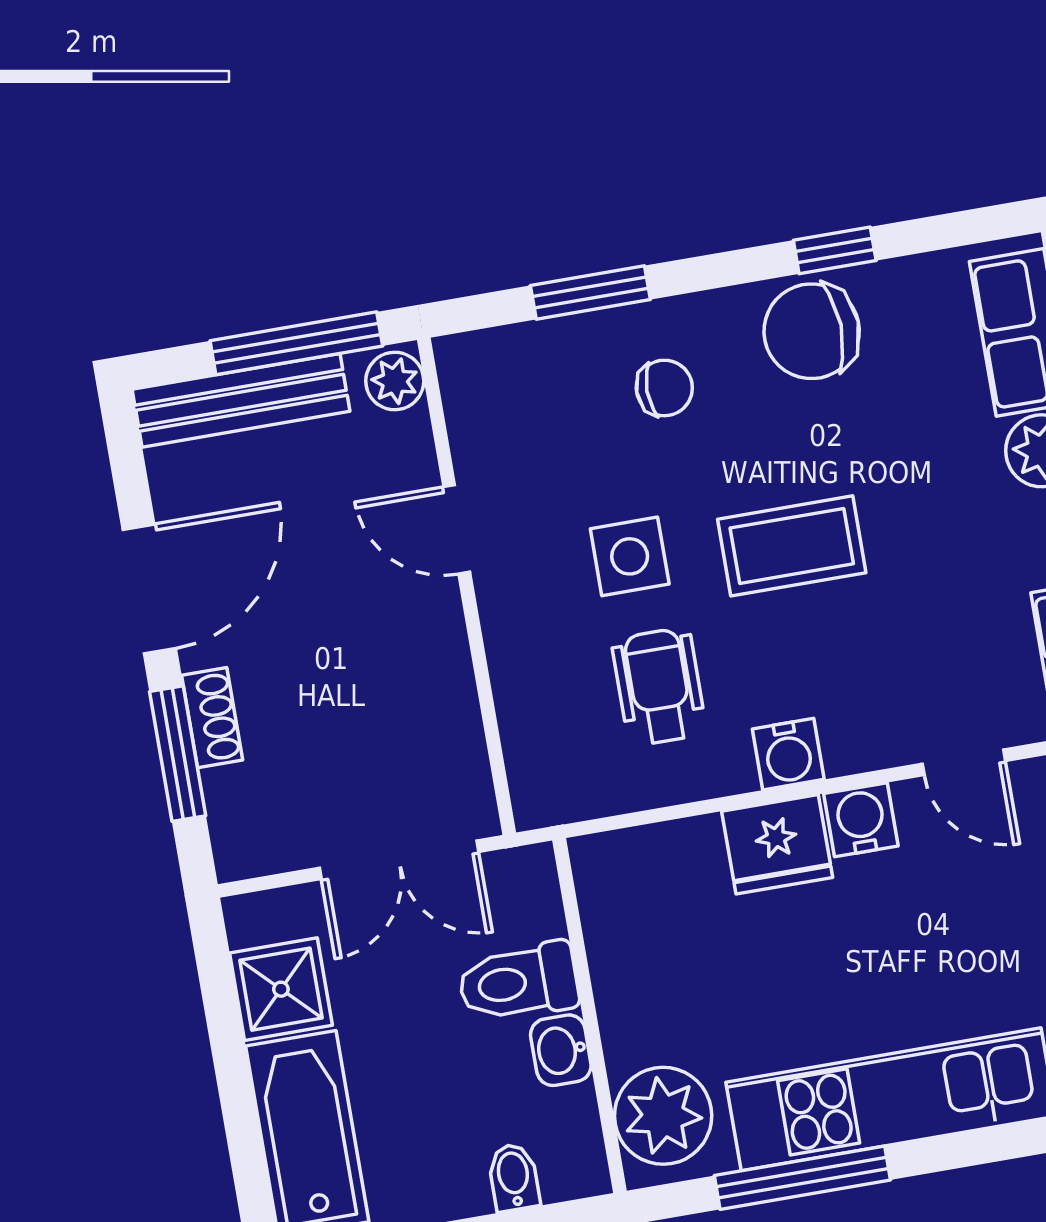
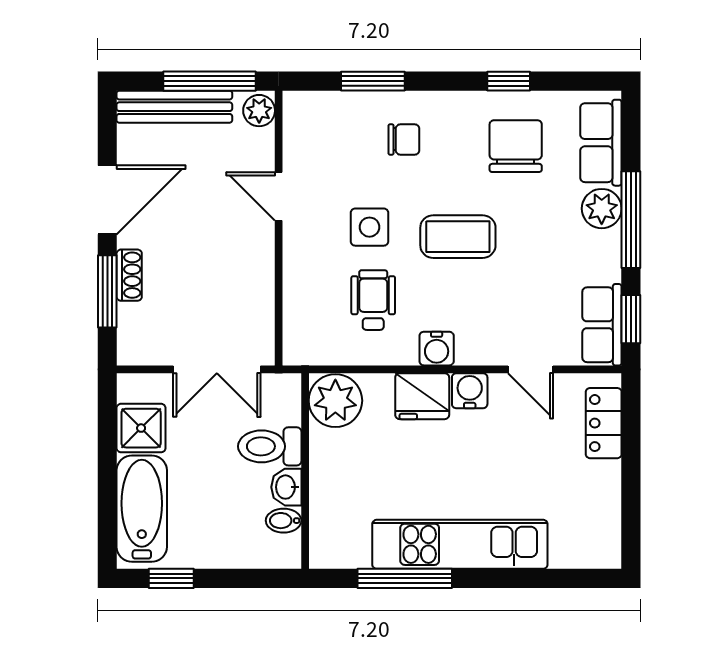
chair: (812, 331) -> (516, 146), moved, turned 92
plant: (663, 1116) -> (335, 401), moved
bidet: (514, 1177) -> (284, 521), moved, turned -90

